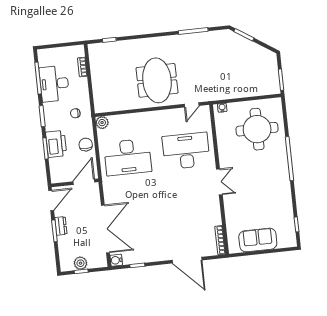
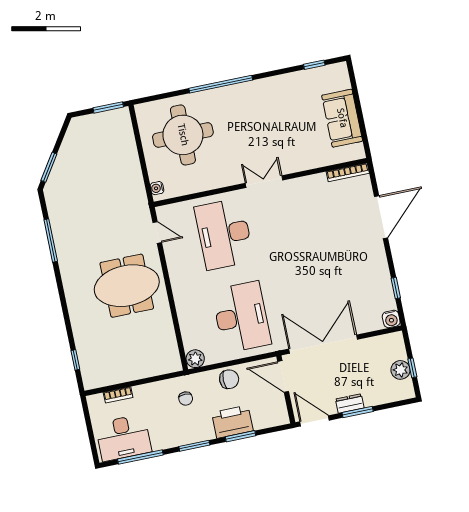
desk: (54, 84) -> (123, 438), moved
chair: (86, 145) -> (229, 379), turned 180
double door: (105, 229) -> (323, 344), moved

